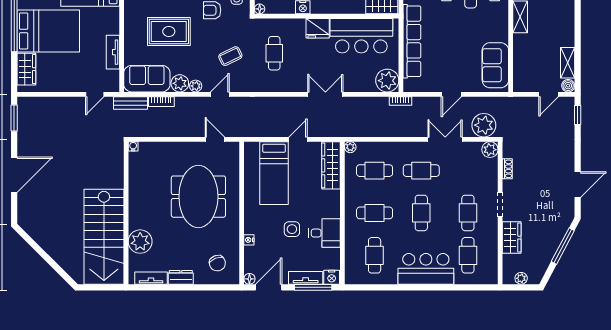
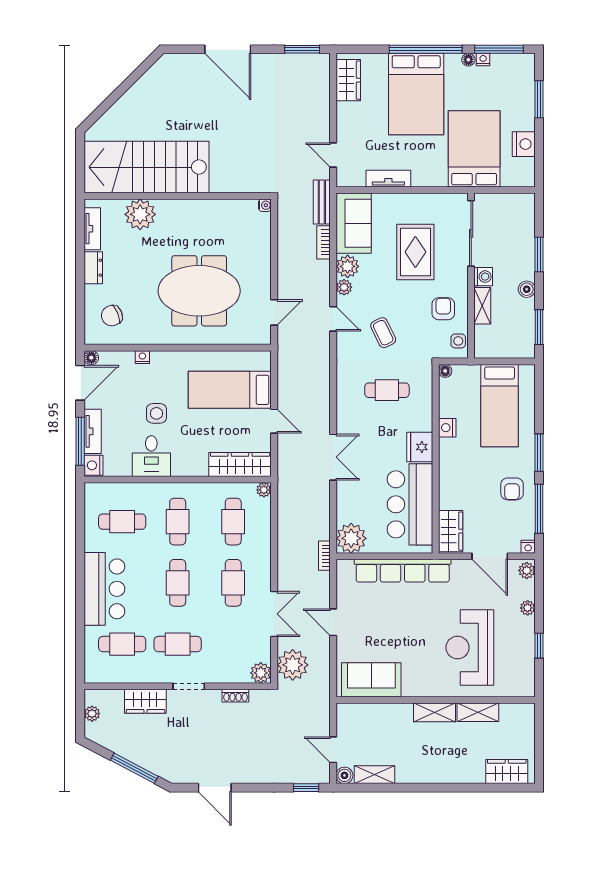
wardrobe: (26, 69) -> (348, 80), moved, turned -90
cafe table: (421, 213) -> (178, 583), turned 90
door: (269, 287) -> (80, 383), hinge flipped

